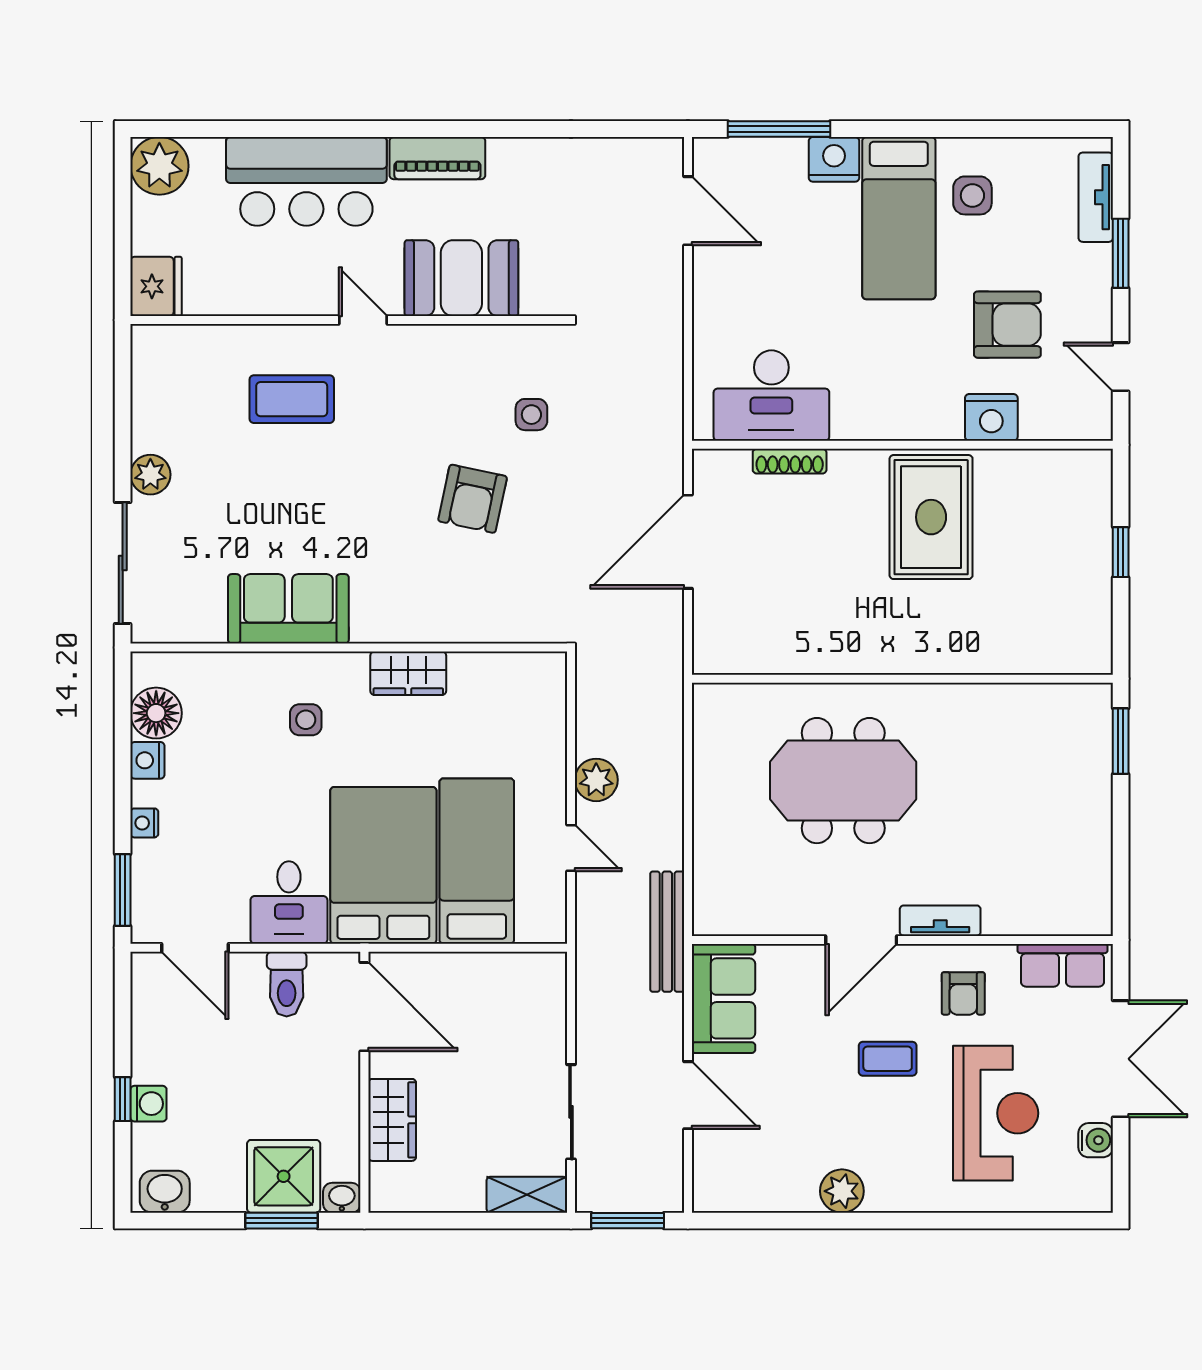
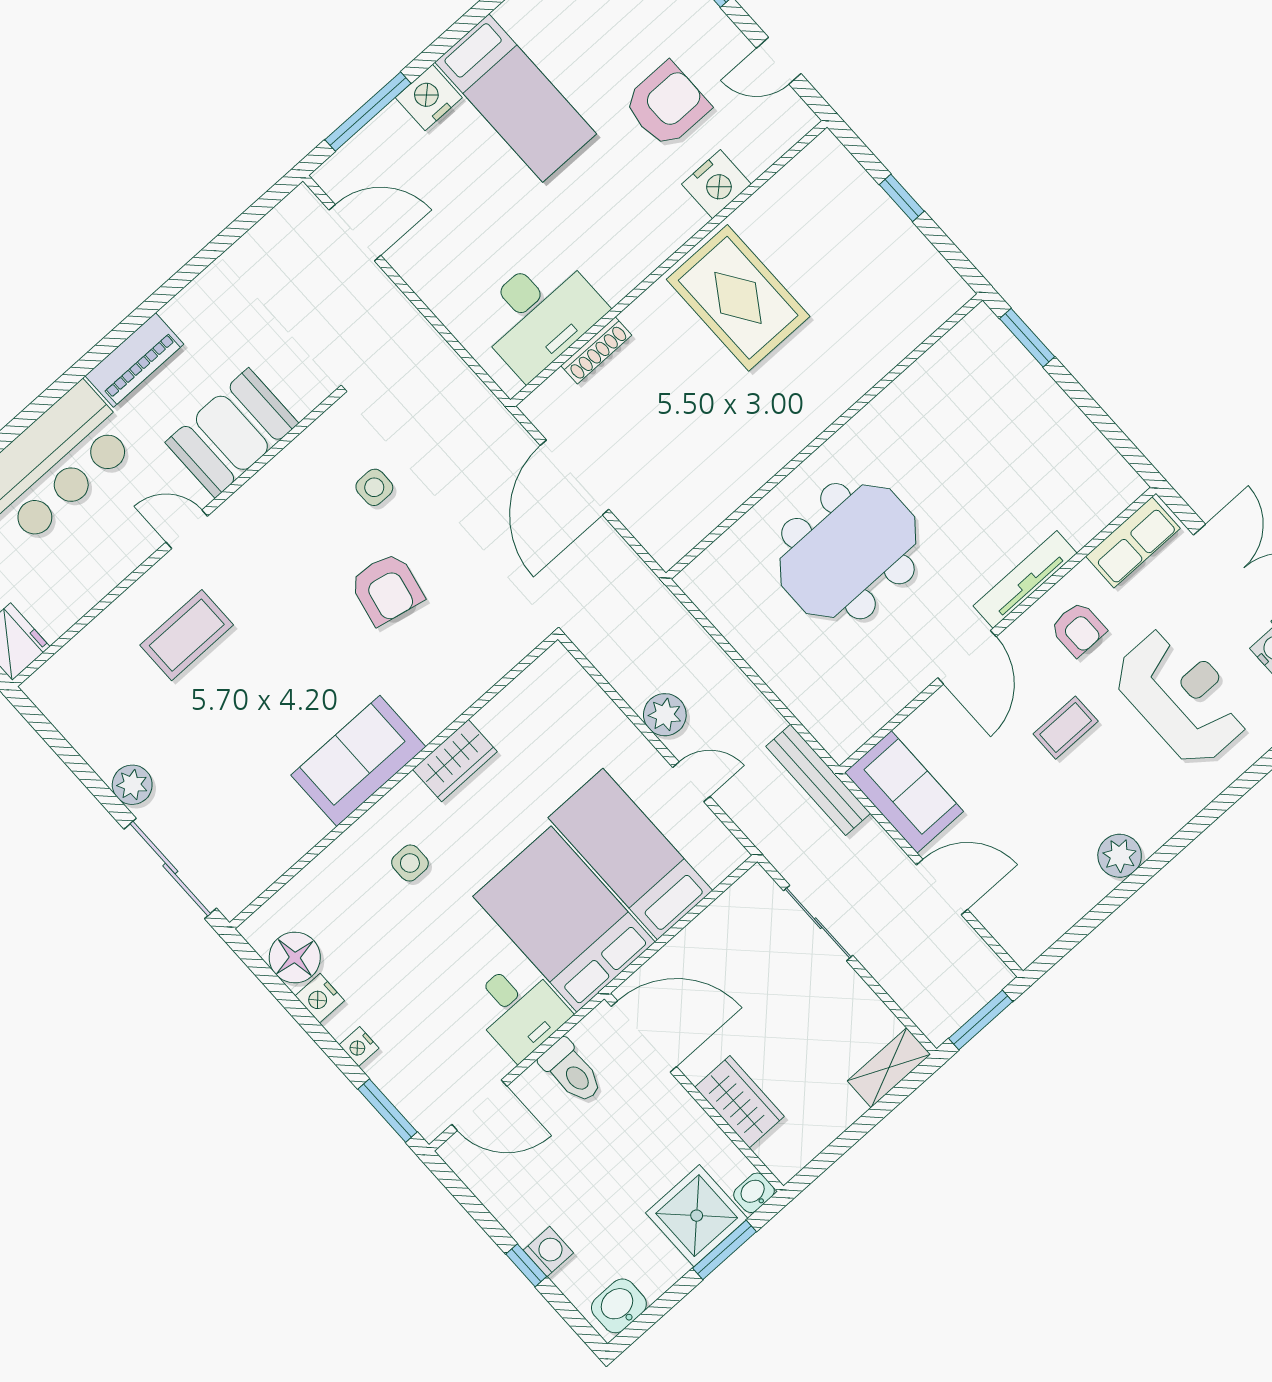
side table: (972, 195) -> (555, 32), removed
sofa: (288, 609) -> (358, 761), moved
tv unit: (940, 921) -> (1025, 579), width x1.41
sliding door: (571, 1112) -> (818, 923), moved

